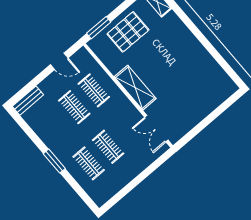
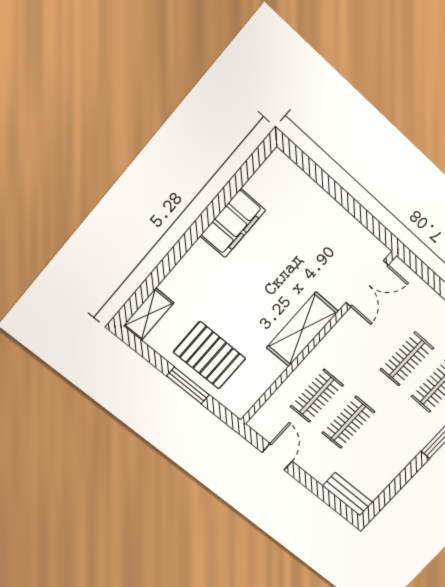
window: (99, 28) -> (188, 385), moved
filing cabinet: (201, 58) -> (233, 223), added

